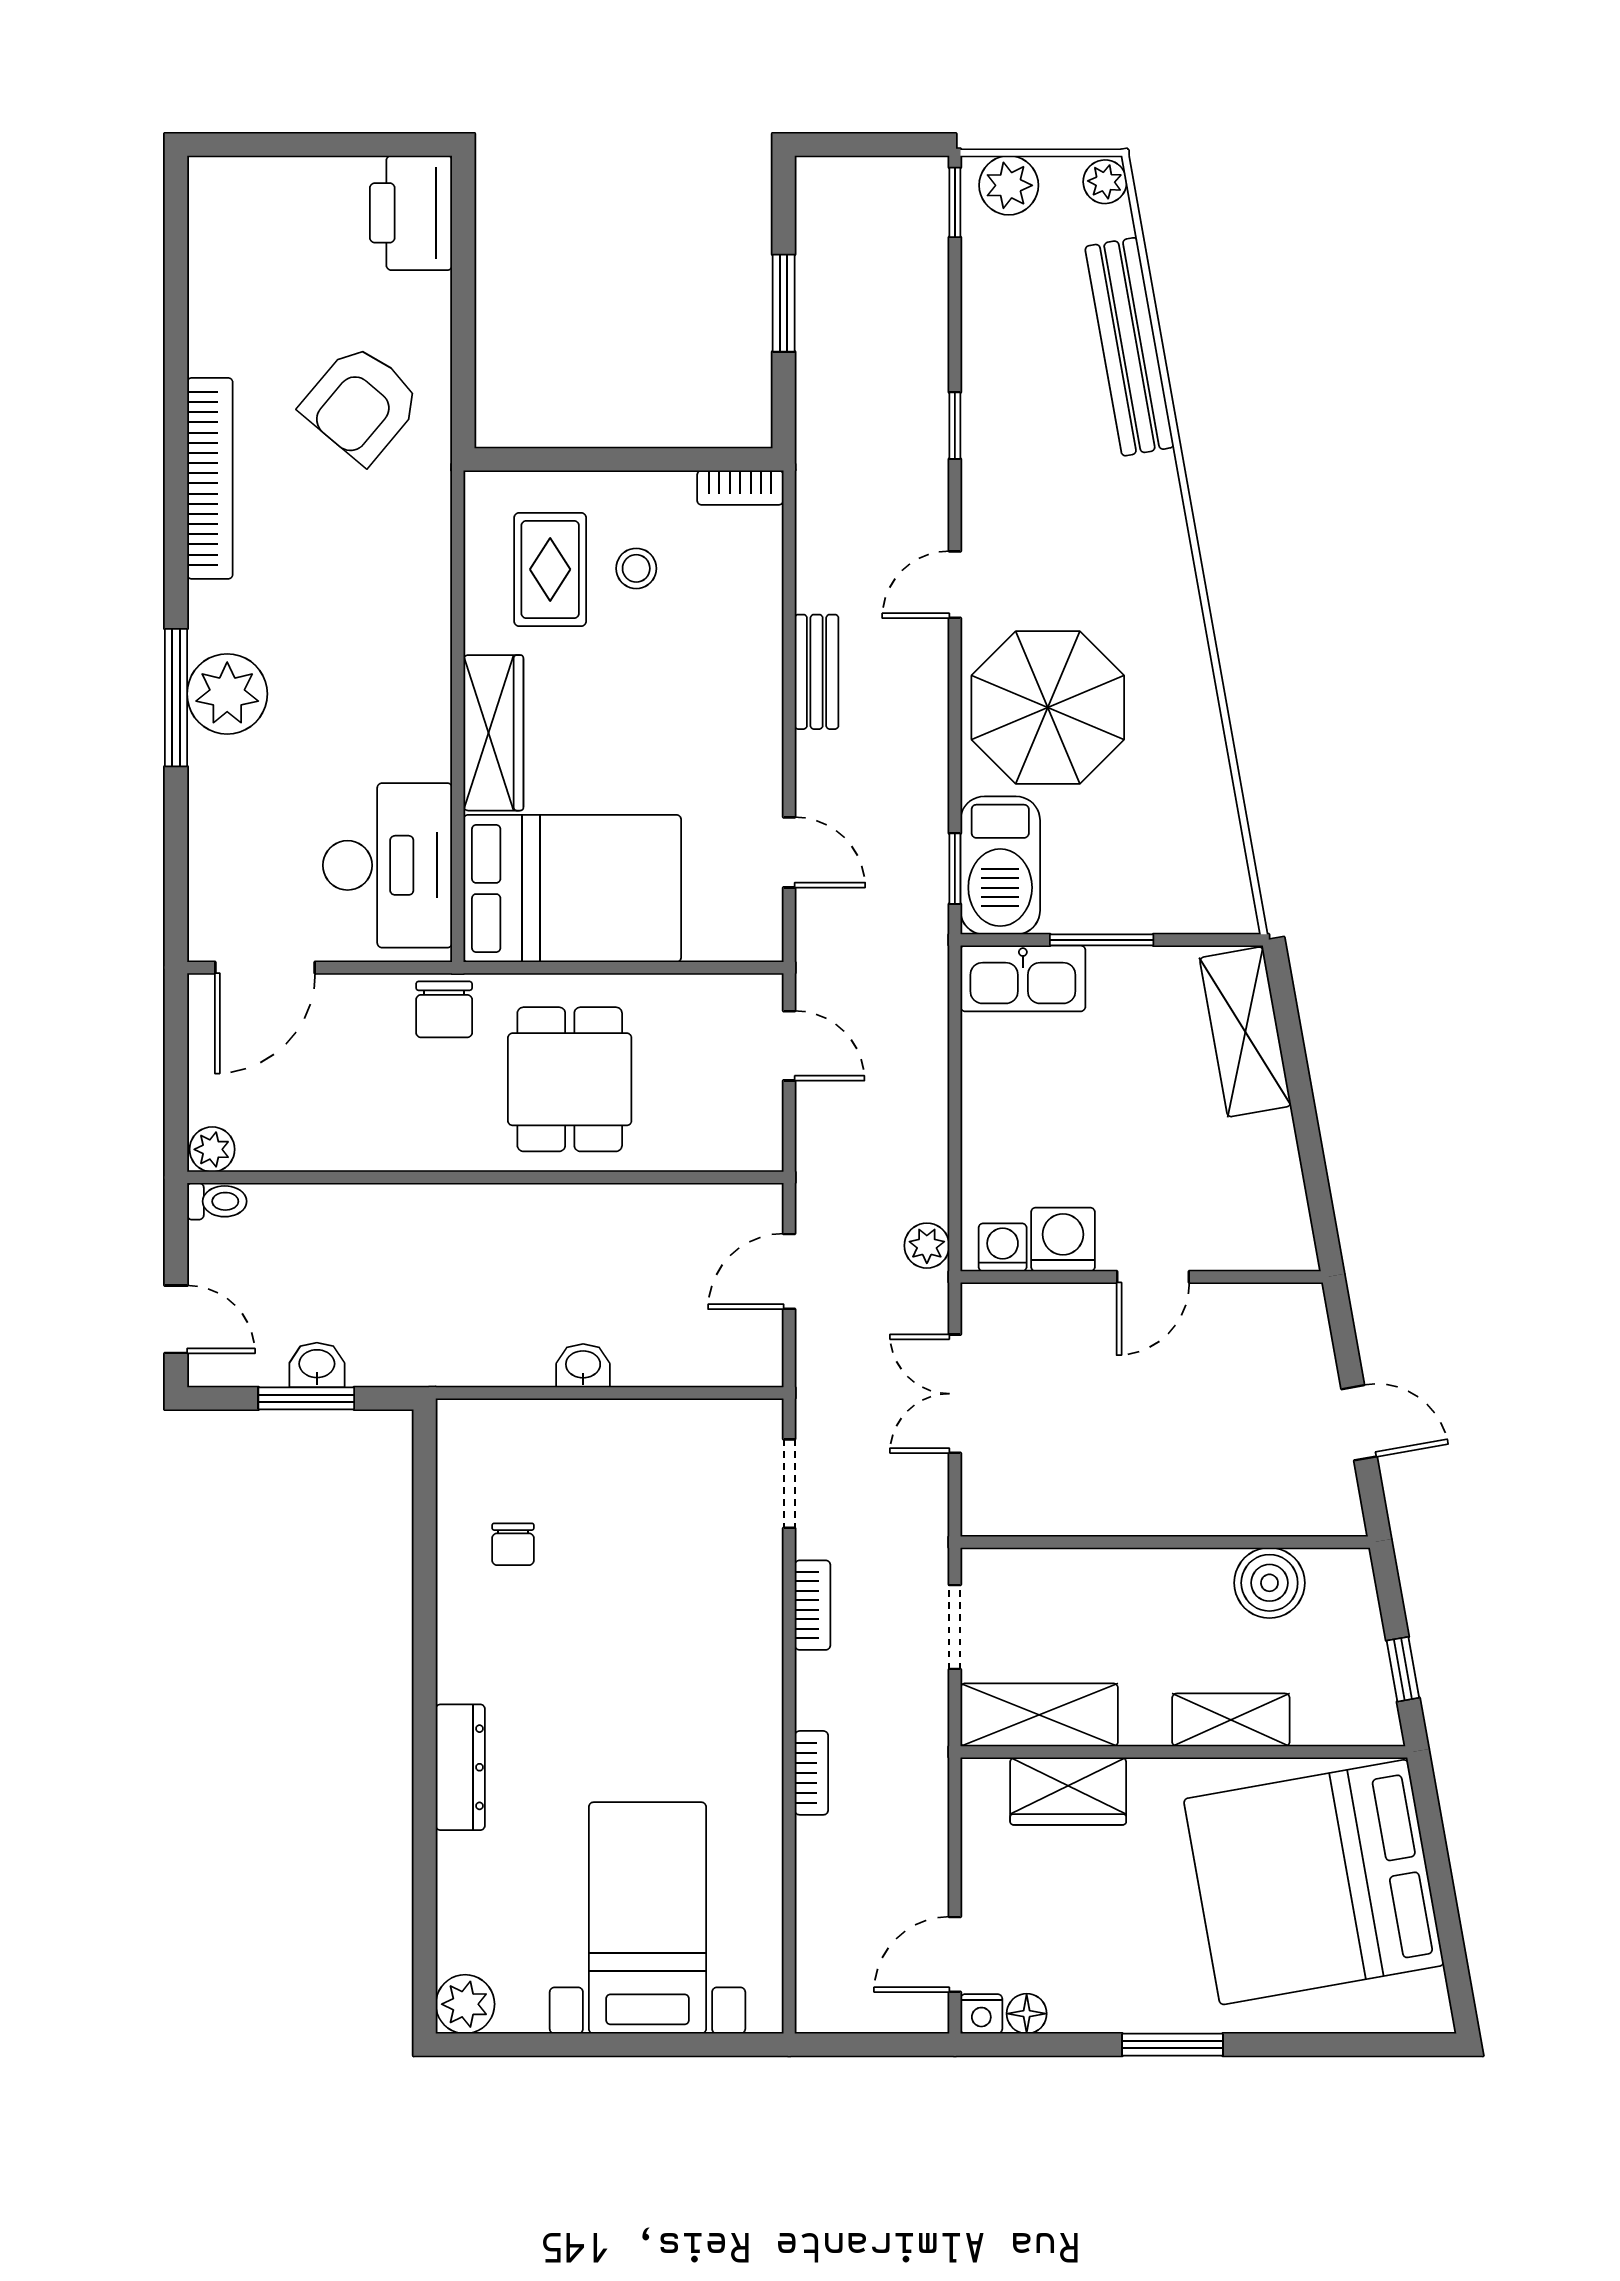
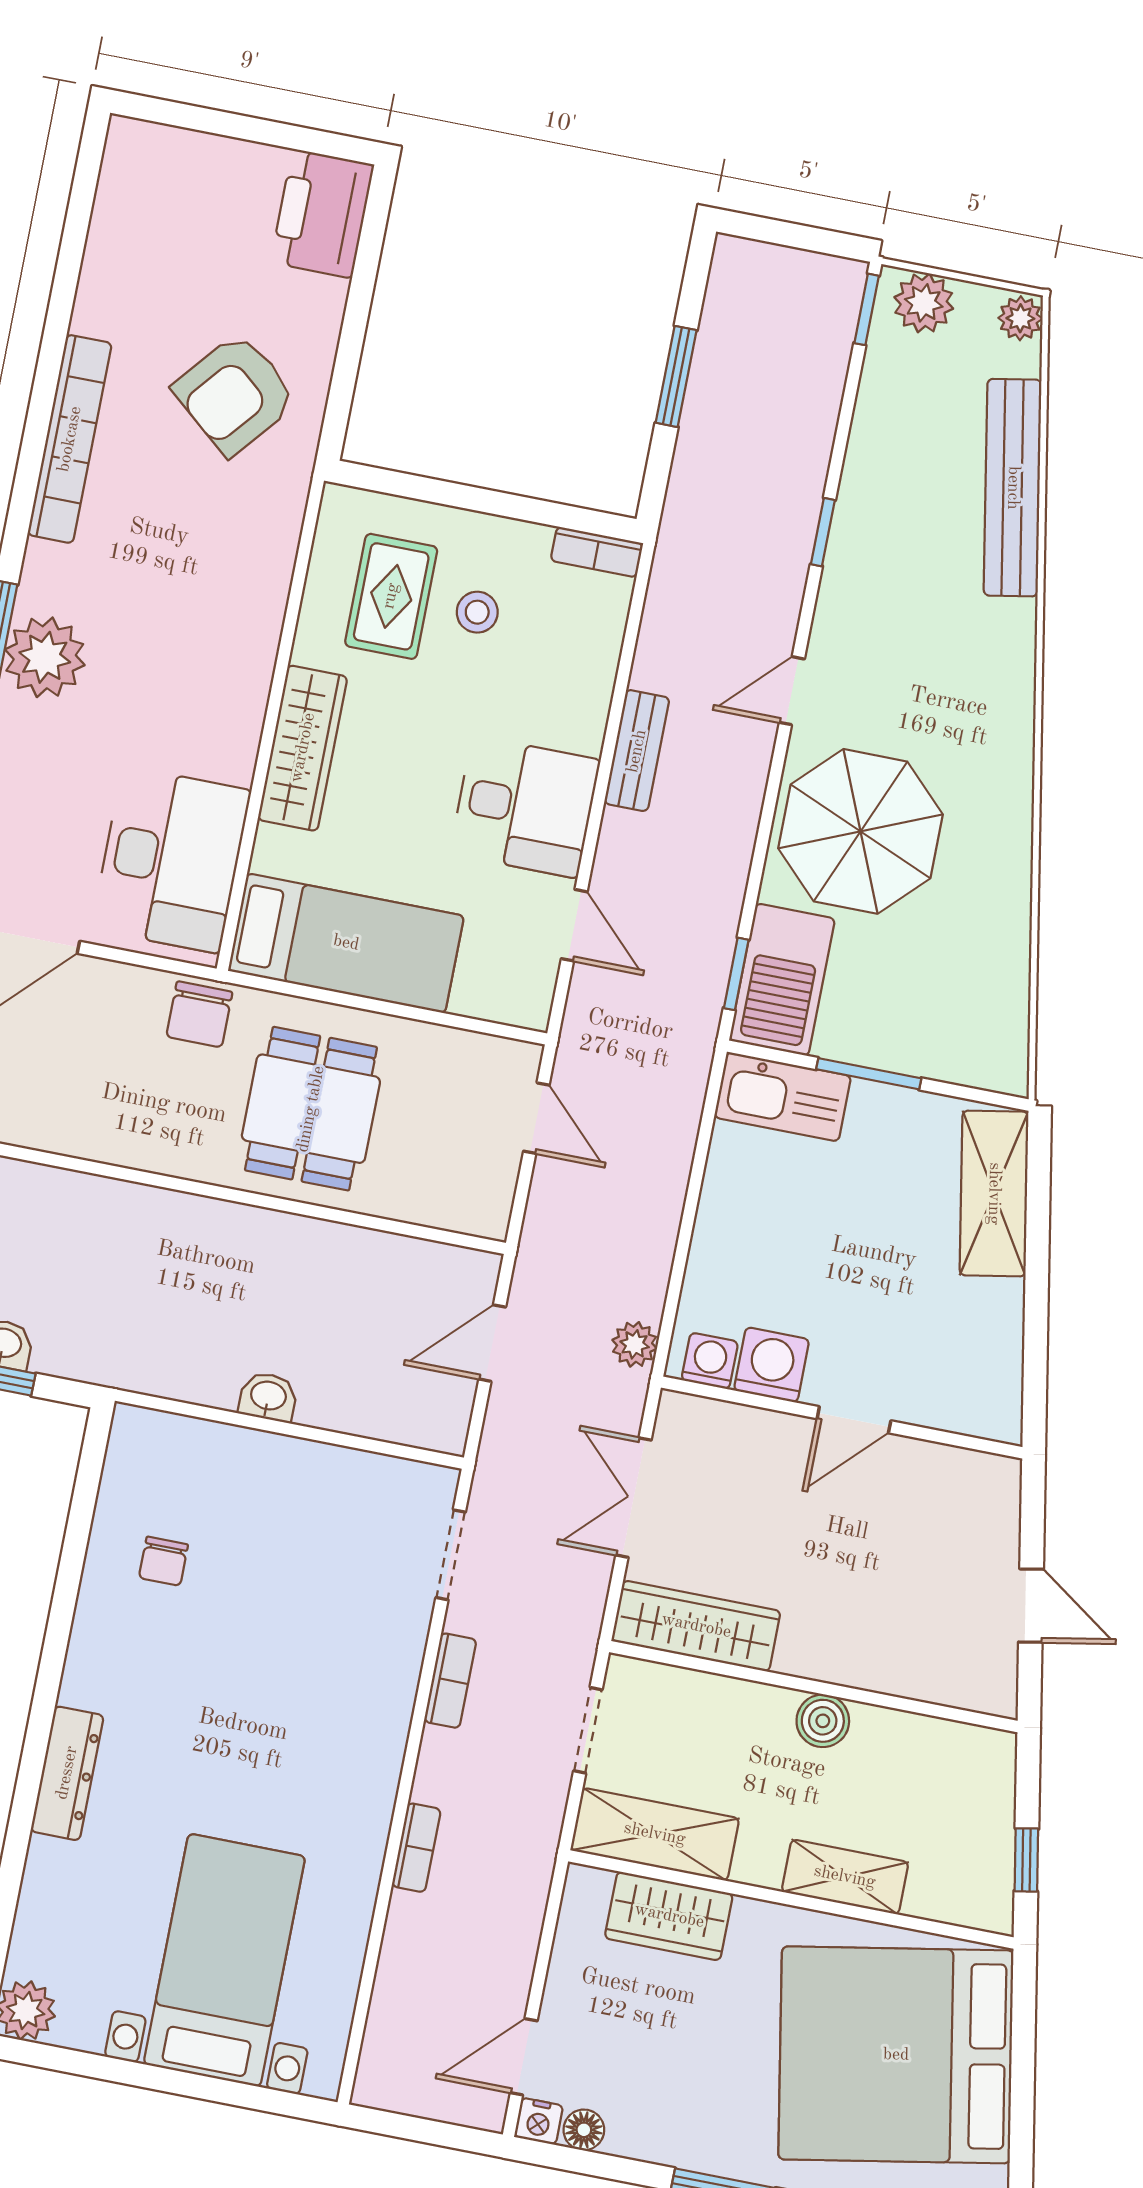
desk: (719, 747) -> (525, 807), added
bed: (572, 888) -> (346, 943), width x0.67
wardrobe: (1040, 1506) -> (696, 1626), added
boiler: (1269, 1583) -> (823, 1721), moved, width x0.73, depth x0.73

